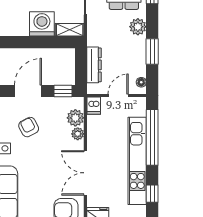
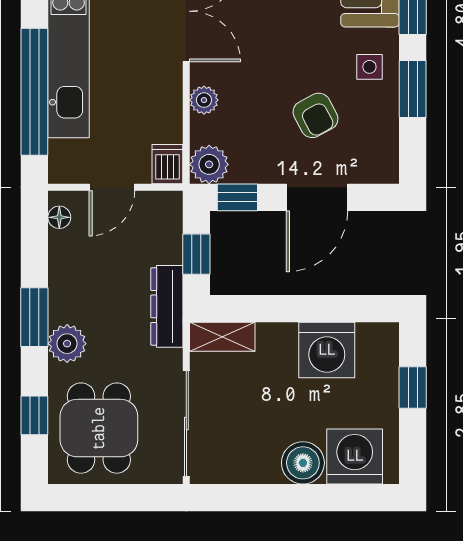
washing machine: (42, 24) -> (327, 350), moved
window: (152, 52) -> (34, 317), moved
dresser: (94, 65) -> (167, 306), moved
window: (81, 66) -> (196, 254), added
plant: (75, 118) -> (209, 164), moved

